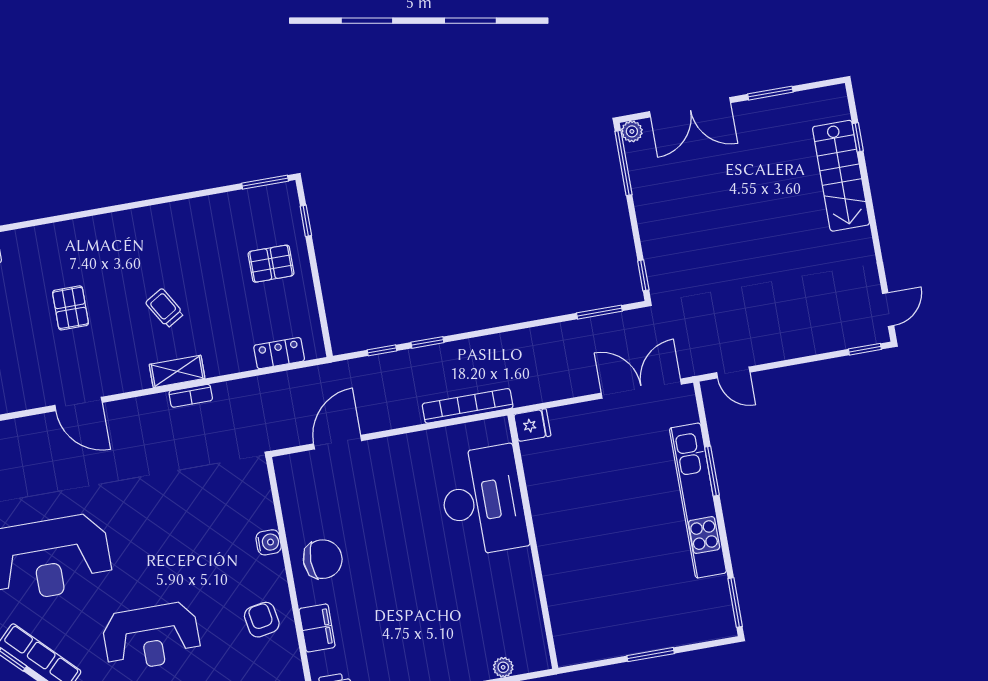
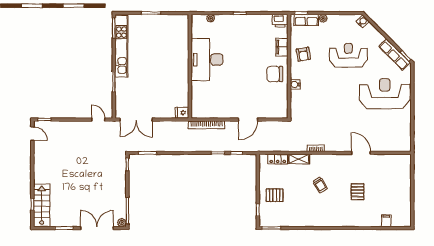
stairs: (841, 176) -> (42, 205), moved
door: (888, 310) -> (32, 134), swing flipped
shelving: (177, 371) -> (299, 159), moved
door: (338, 442) -> (248, 120), moved
kitchen unit: (698, 500) -> (121, 46), moved
desk: (483, 501) -> (207, 60), moved

